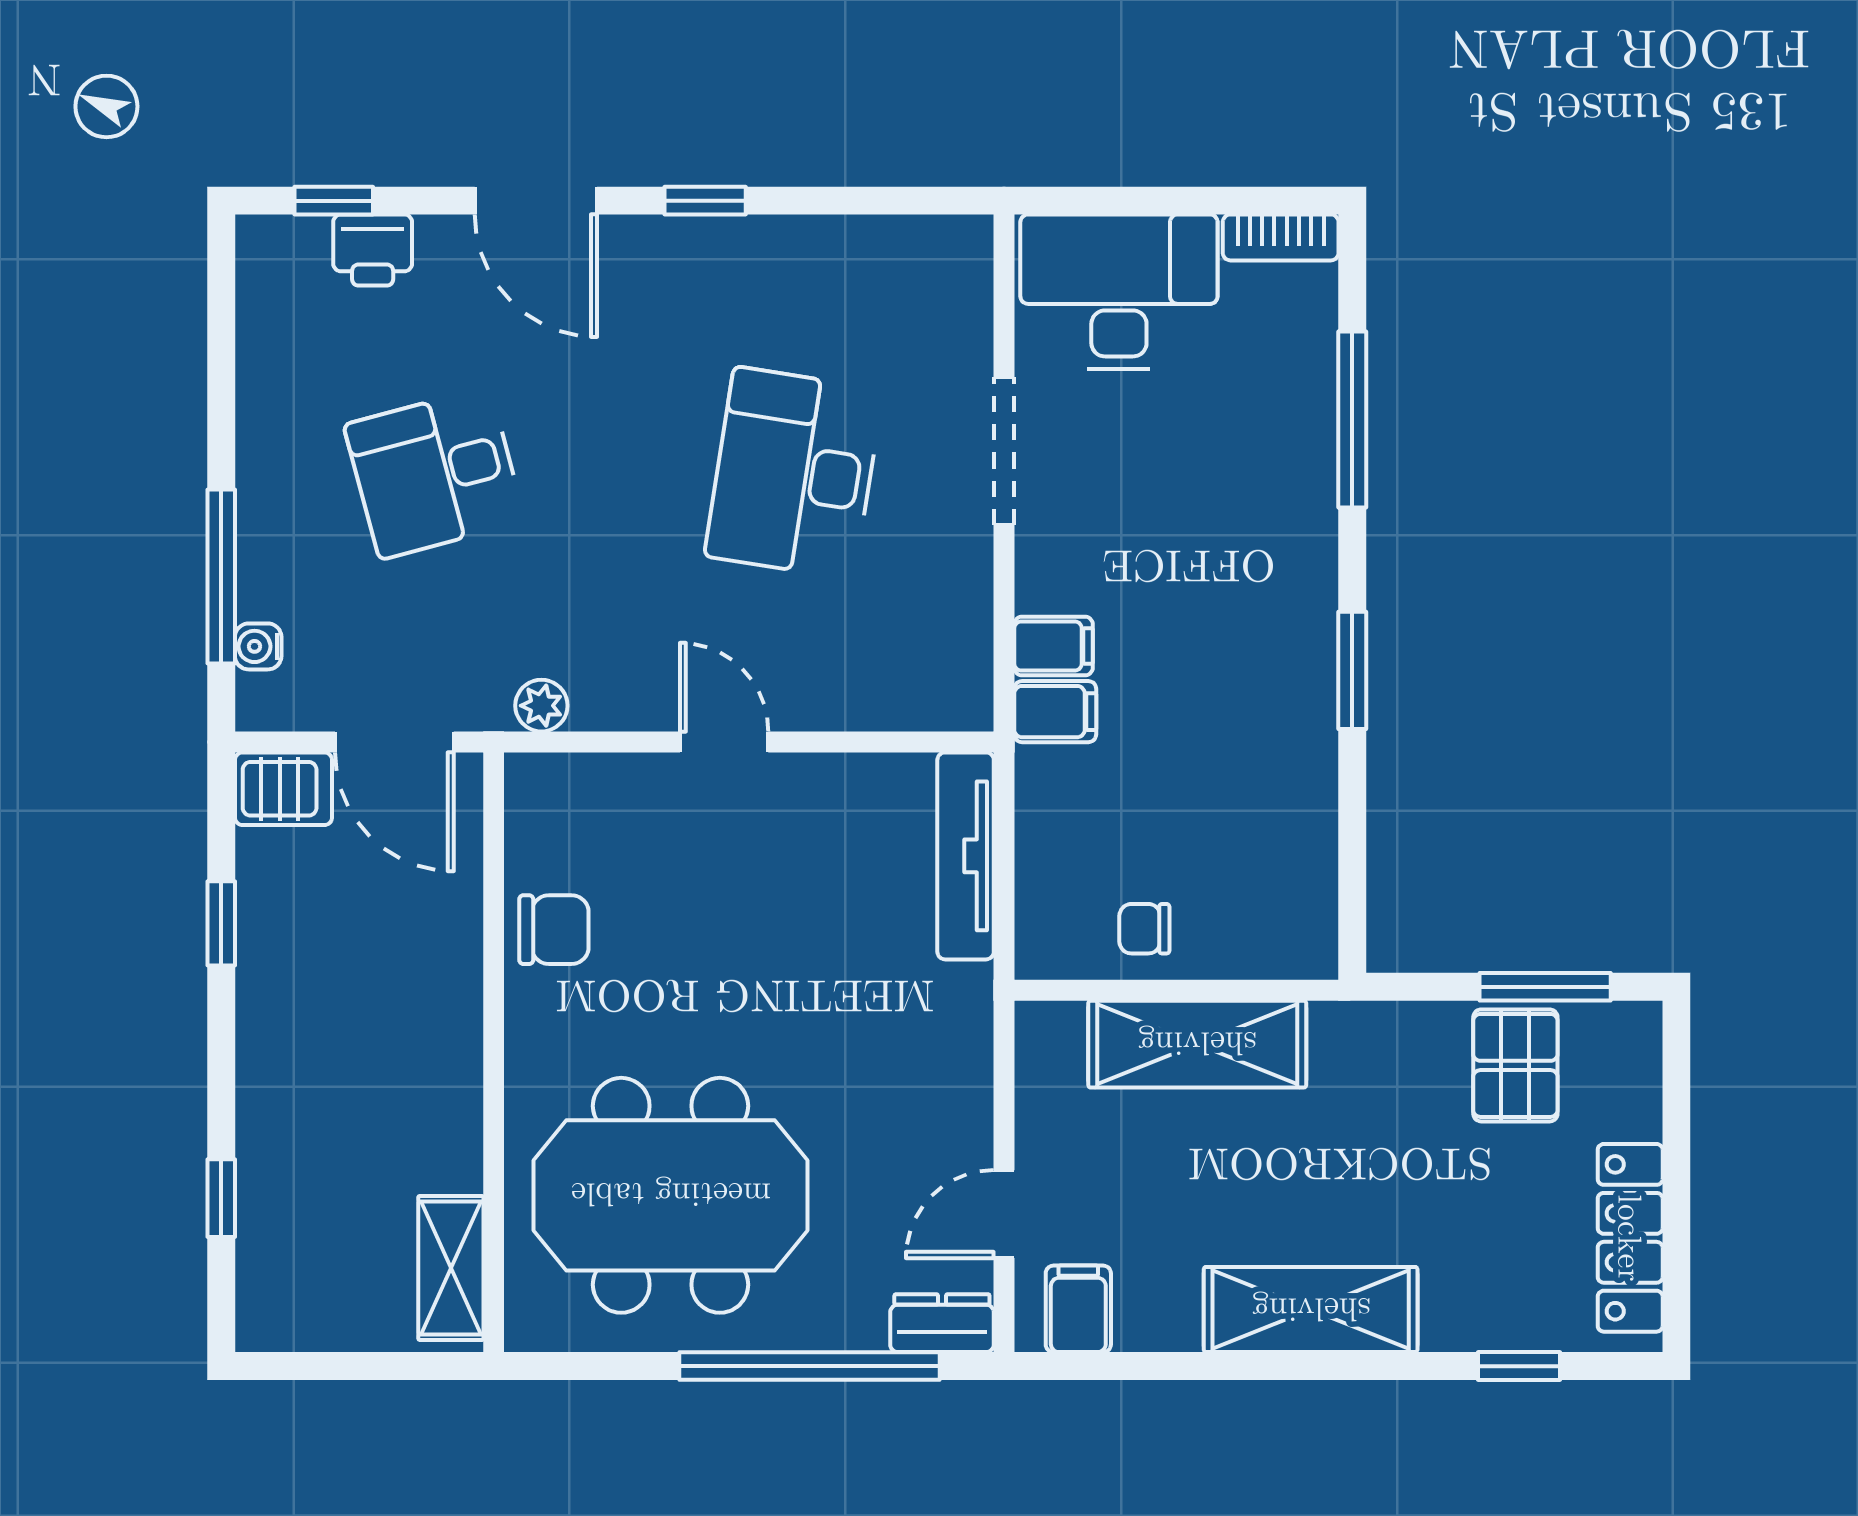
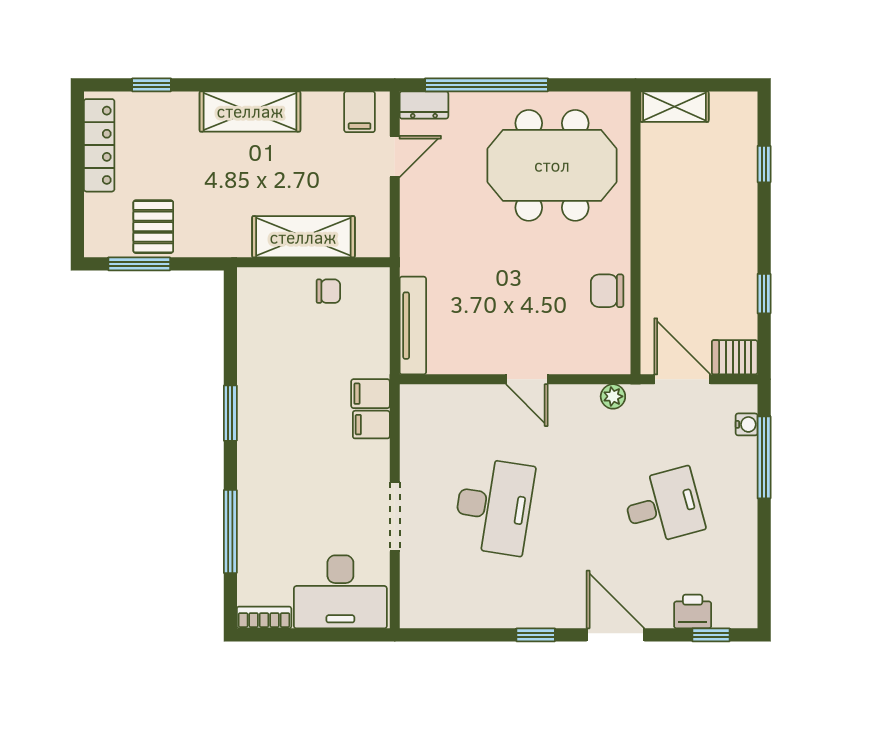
shelving: (451, 1268) -> (674, 107), moved, turned 90

